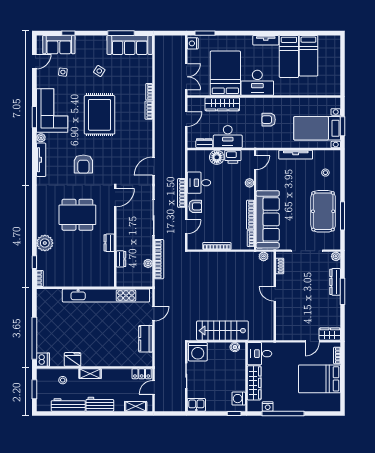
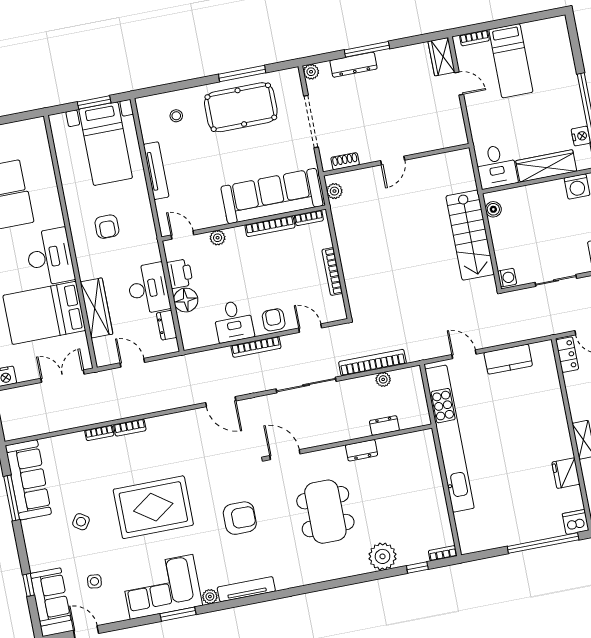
washing machine: (198, 352) -> (507, 278), width x0.53, depth x0.53
bed: (320, 379) -> (511, 61), width x0.67

